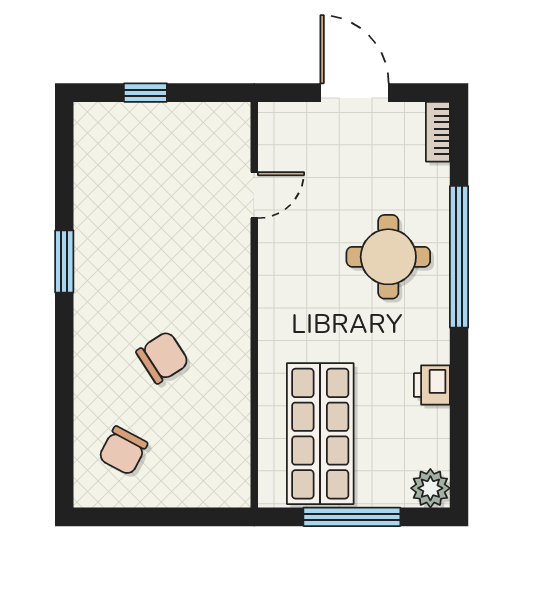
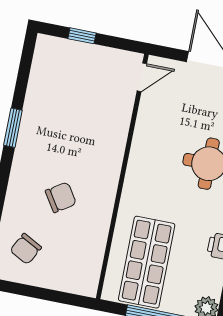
door: (254, 195) -> (142, 77), moved

